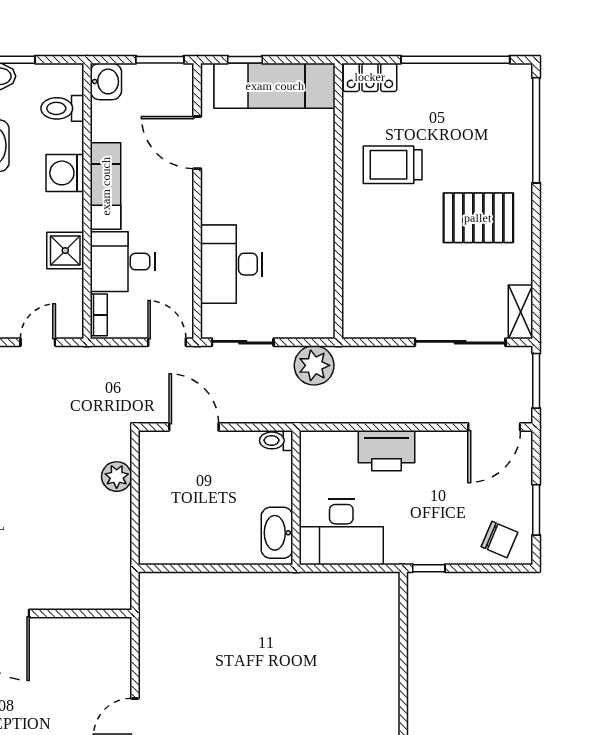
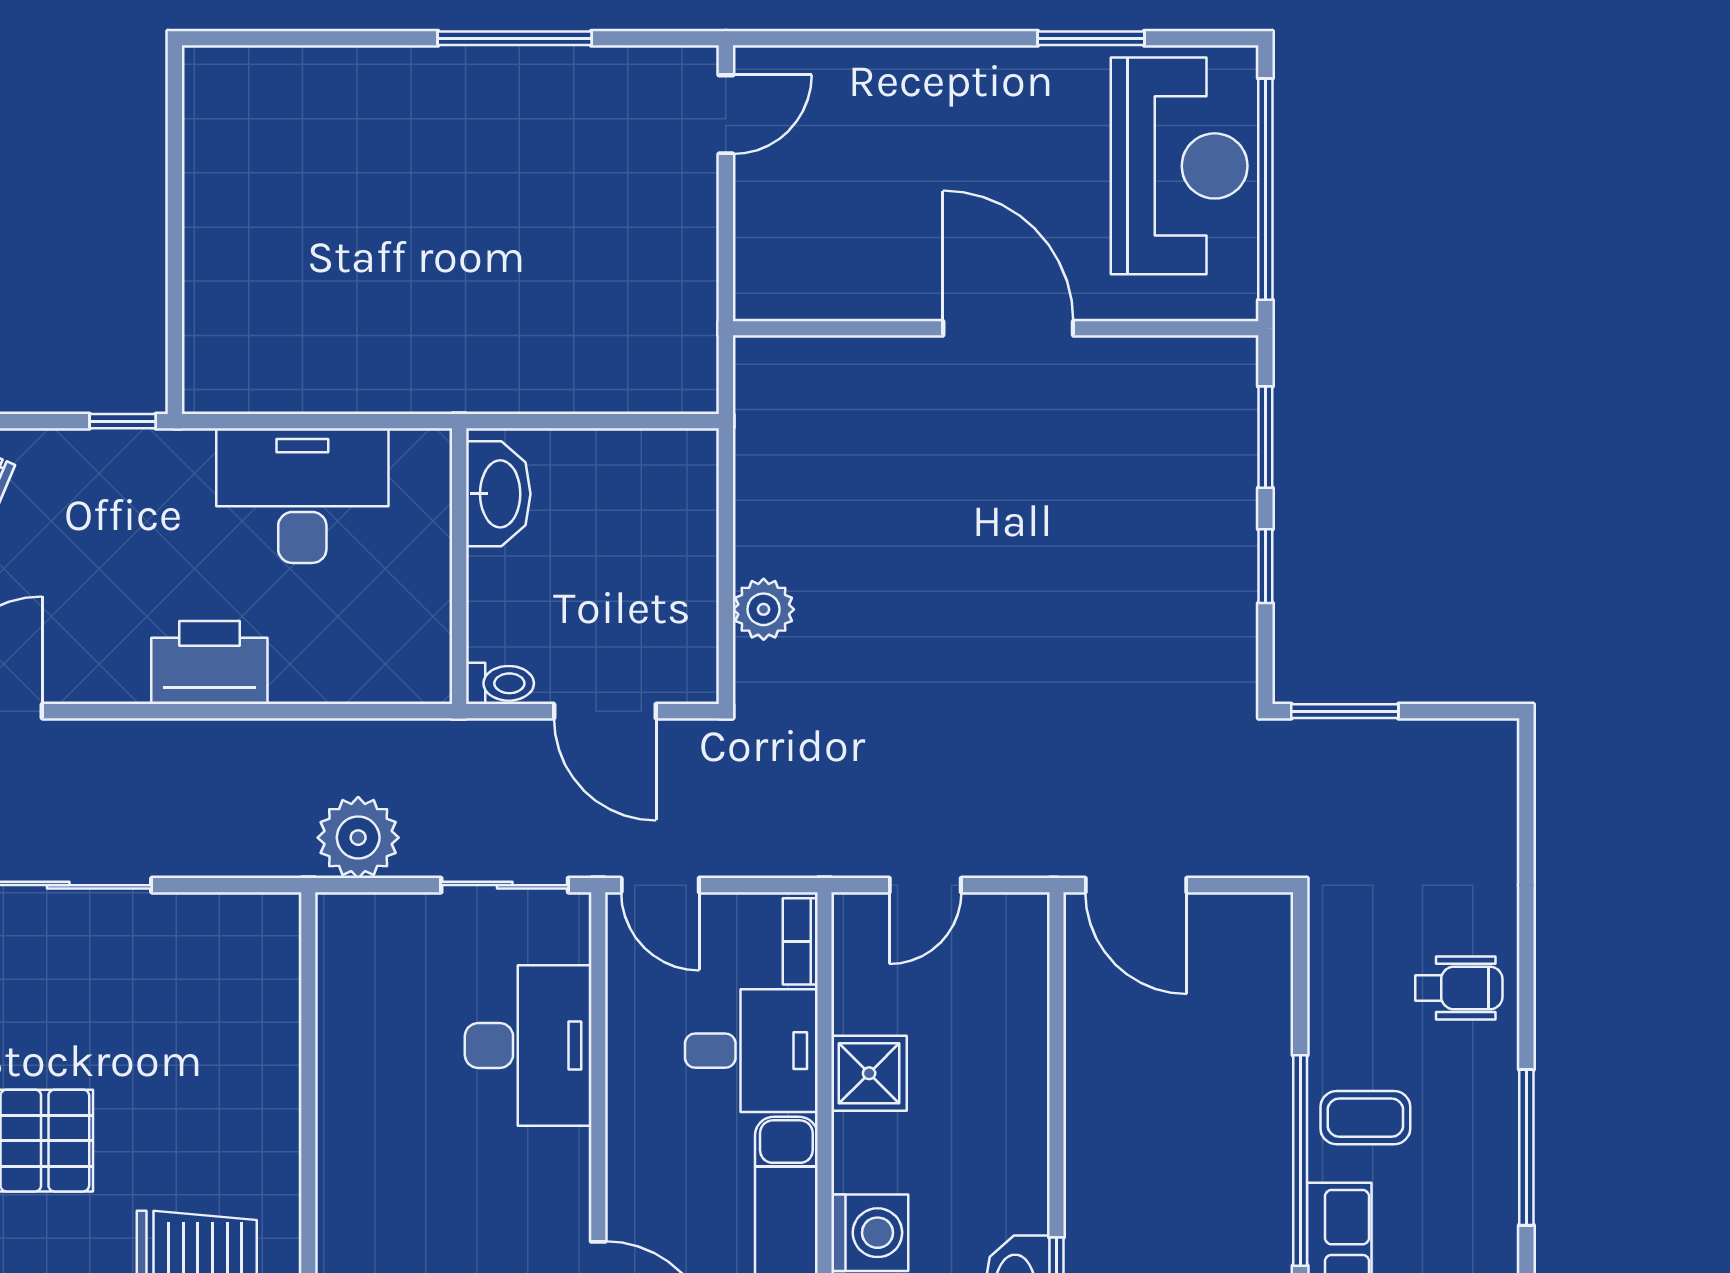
toilet: (276, 440) -> (500, 683), moved
wall: (296, 498) -> (459, 566), moved
washbasin: (277, 533) -> (498, 494), moved

